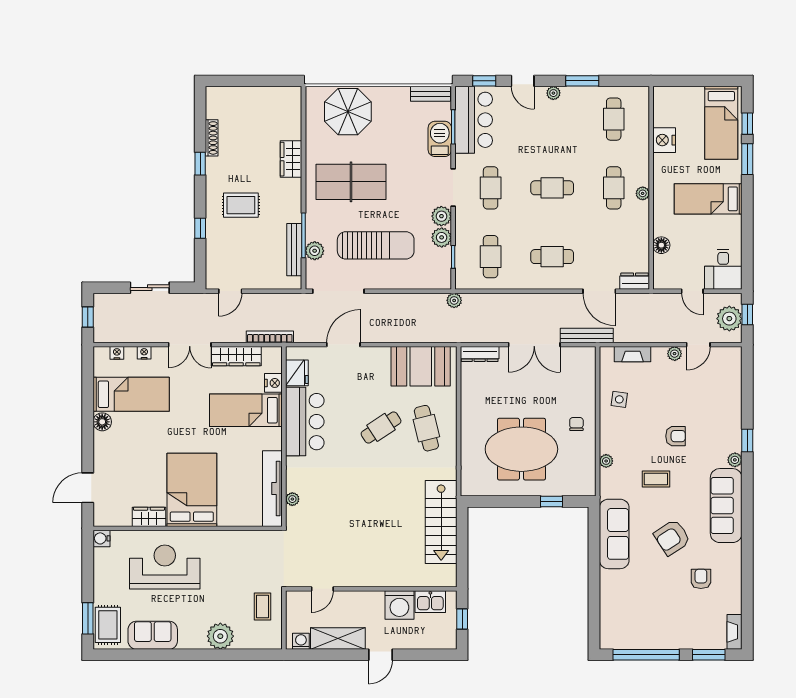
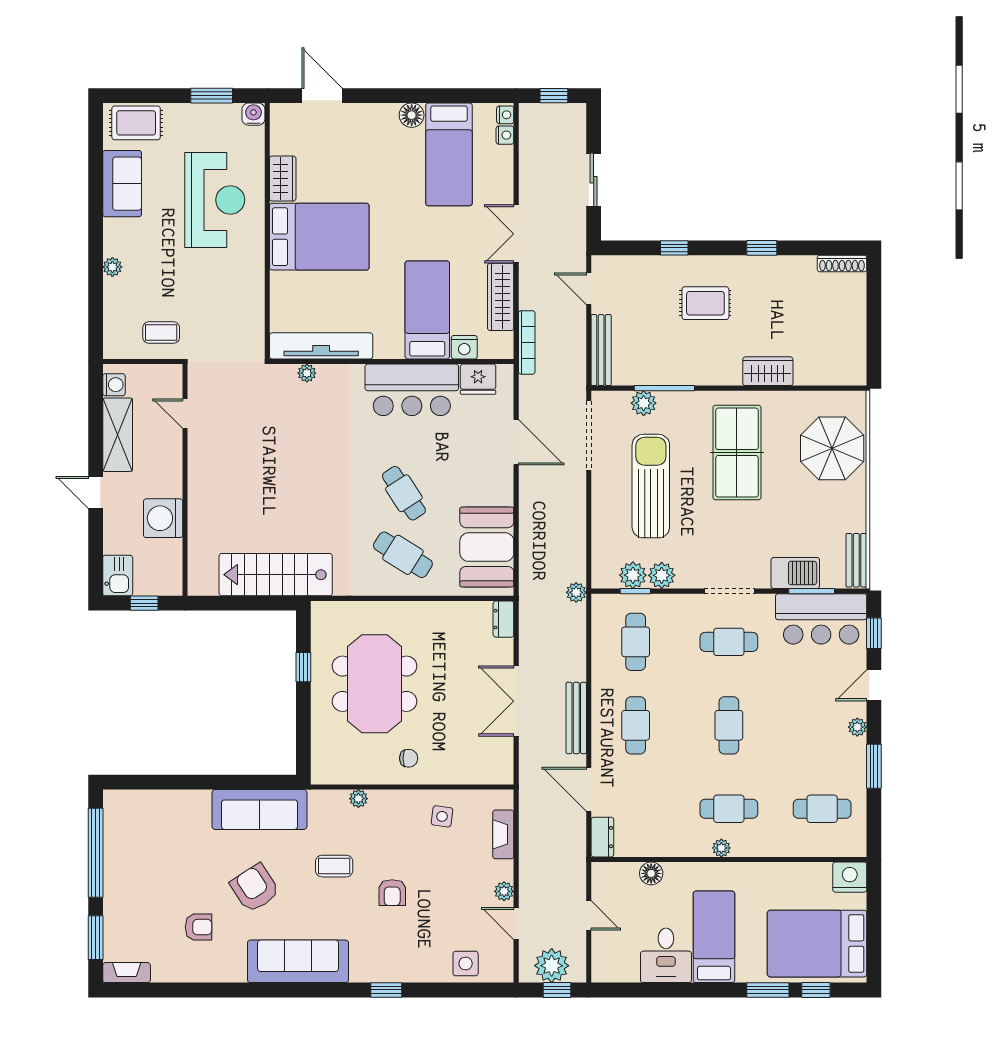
bed: (721, 123) -> (817, 944), width x1.50
shoe rack: (212, 138) -> (842, 264), moved
nightstand: (664, 140) -> (850, 877), moved
rug: (241, 205) -> (705, 303), turned 90
plant: (441, 216) -> (633, 575), moved
sun lounger: (376, 245) -> (651, 486), turned 180
bench: (294, 250) -> (601, 350), moved, turned 90
cafe table: (491, 257) -> (636, 642), turned 90
desk: (723, 269) -> (666, 955), moved, turned -90
door: (599, 291) -> (589, 789), hinge flipped
door: (692, 291) -> (589, 915), swing flipped
bench: (587, 336) -> (576, 718), moved
nightstand: (144, 353) -> (505, 115), moved
dresser: (480, 354) -> (503, 619), width x0.70
side table: (728, 382) -> (466, 964), added
cafe table: (426, 428) -> (403, 555), turned 46
plant: (735, 460) -> (360, 973), removed
coffee table: (656, 479) -> (334, 866), turned 90
window: (552, 502) -> (303, 667), moved
kitchen sink: (430, 602) -> (118, 576), moved, turned 180
window: (88, 618) -> (212, 96), moved
plant: (220, 636) -> (112, 267), width x0.53, depth x0.53

